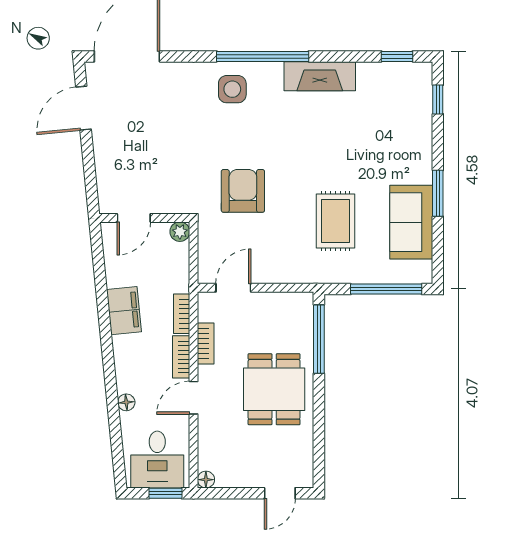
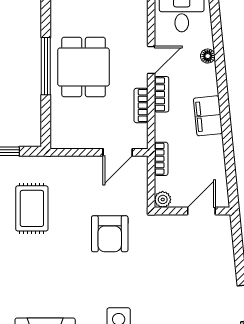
filing cabinet: (124, 311) -> (208, 116), moved
bookcase: (182, 314) -> (161, 159), moved
window: (319, 339) -> (46, 66), moved

